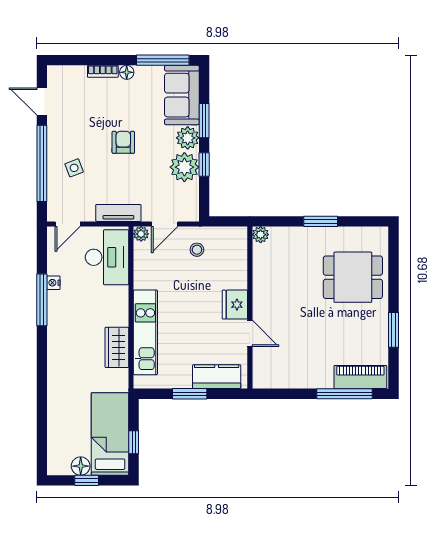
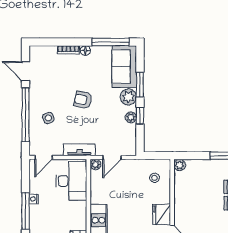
armchair: (123, 142) -> (83, 100), turned -78
plant: (184, 167) -> (131, 117), width x0.53, depth x0.53
stool: (197, 250) -> (155, 178), moved

